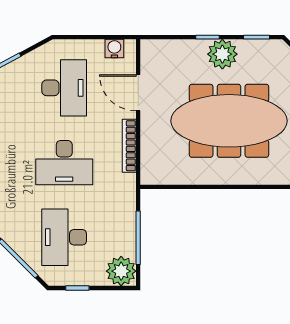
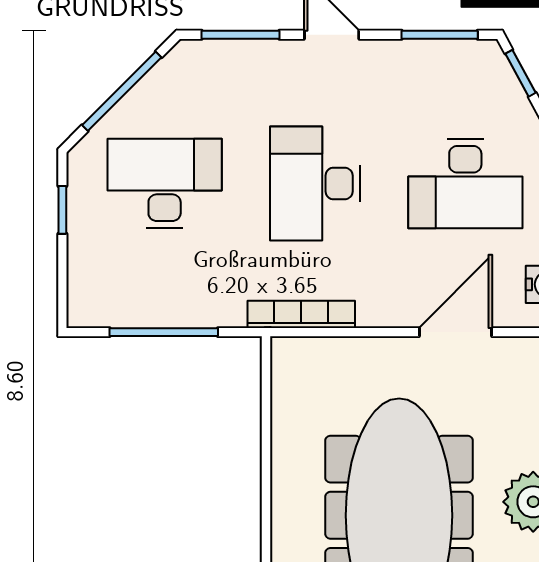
bookcase: (129, 146) -> (301, 314), moved
plant: (121, 271) -> (96, 298), removed

